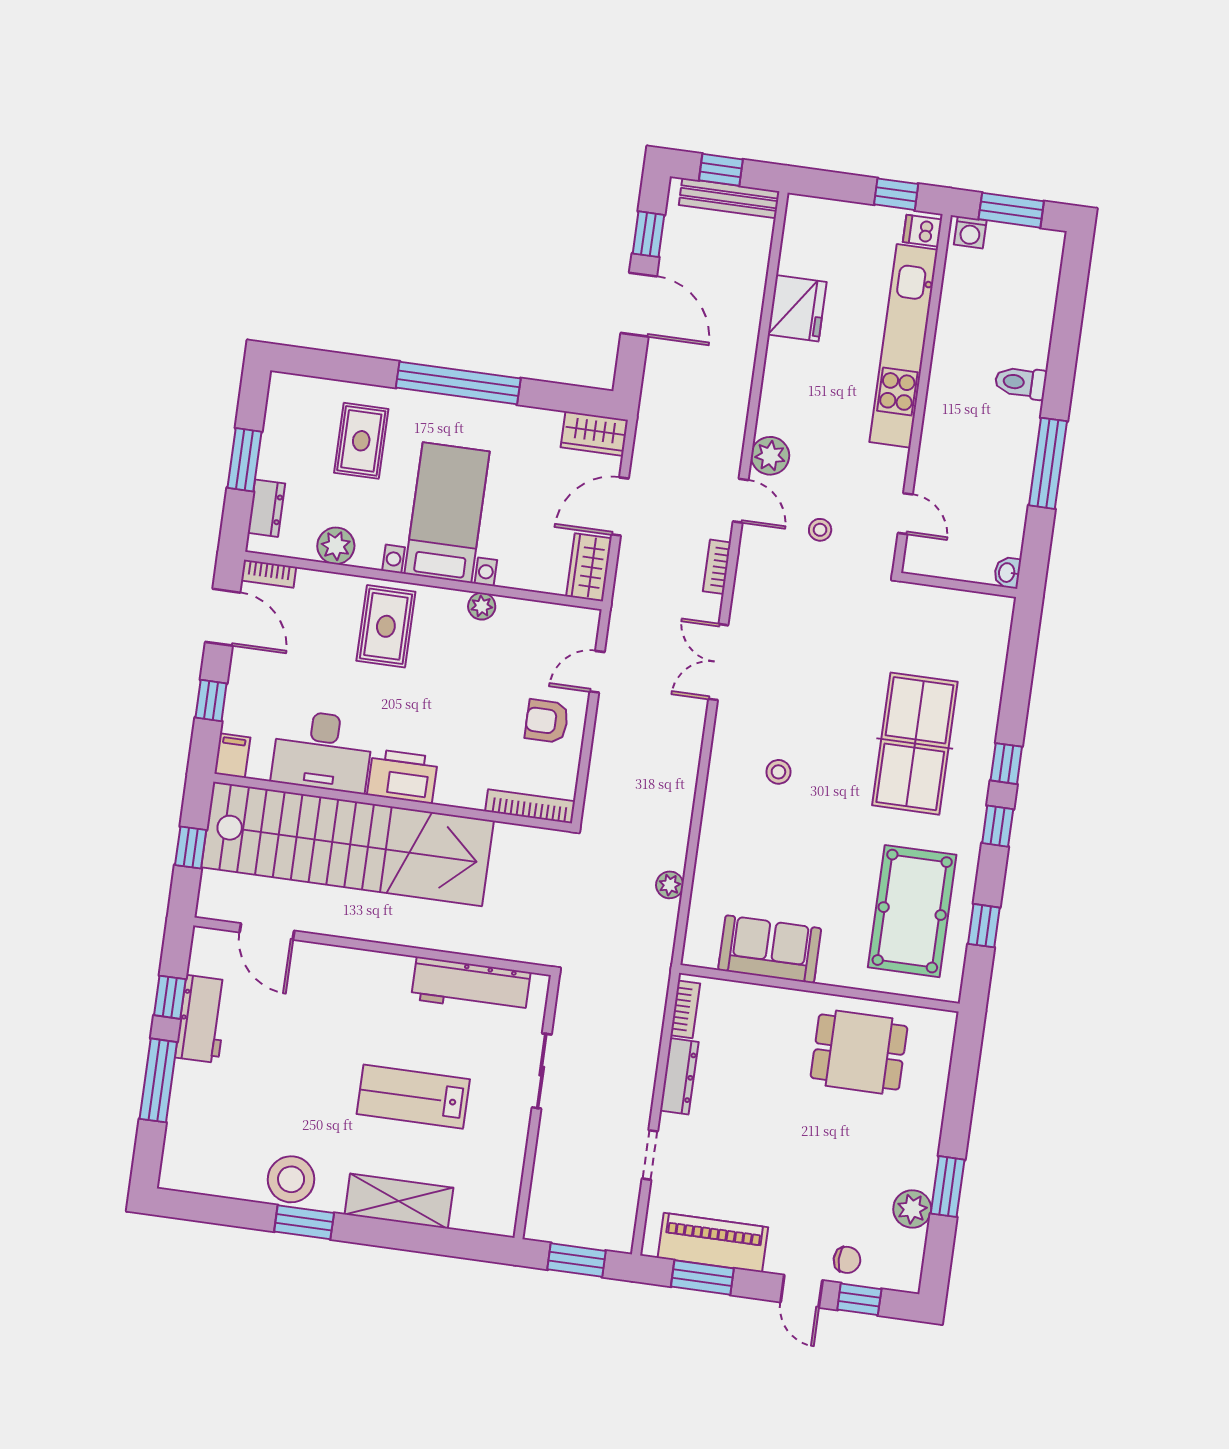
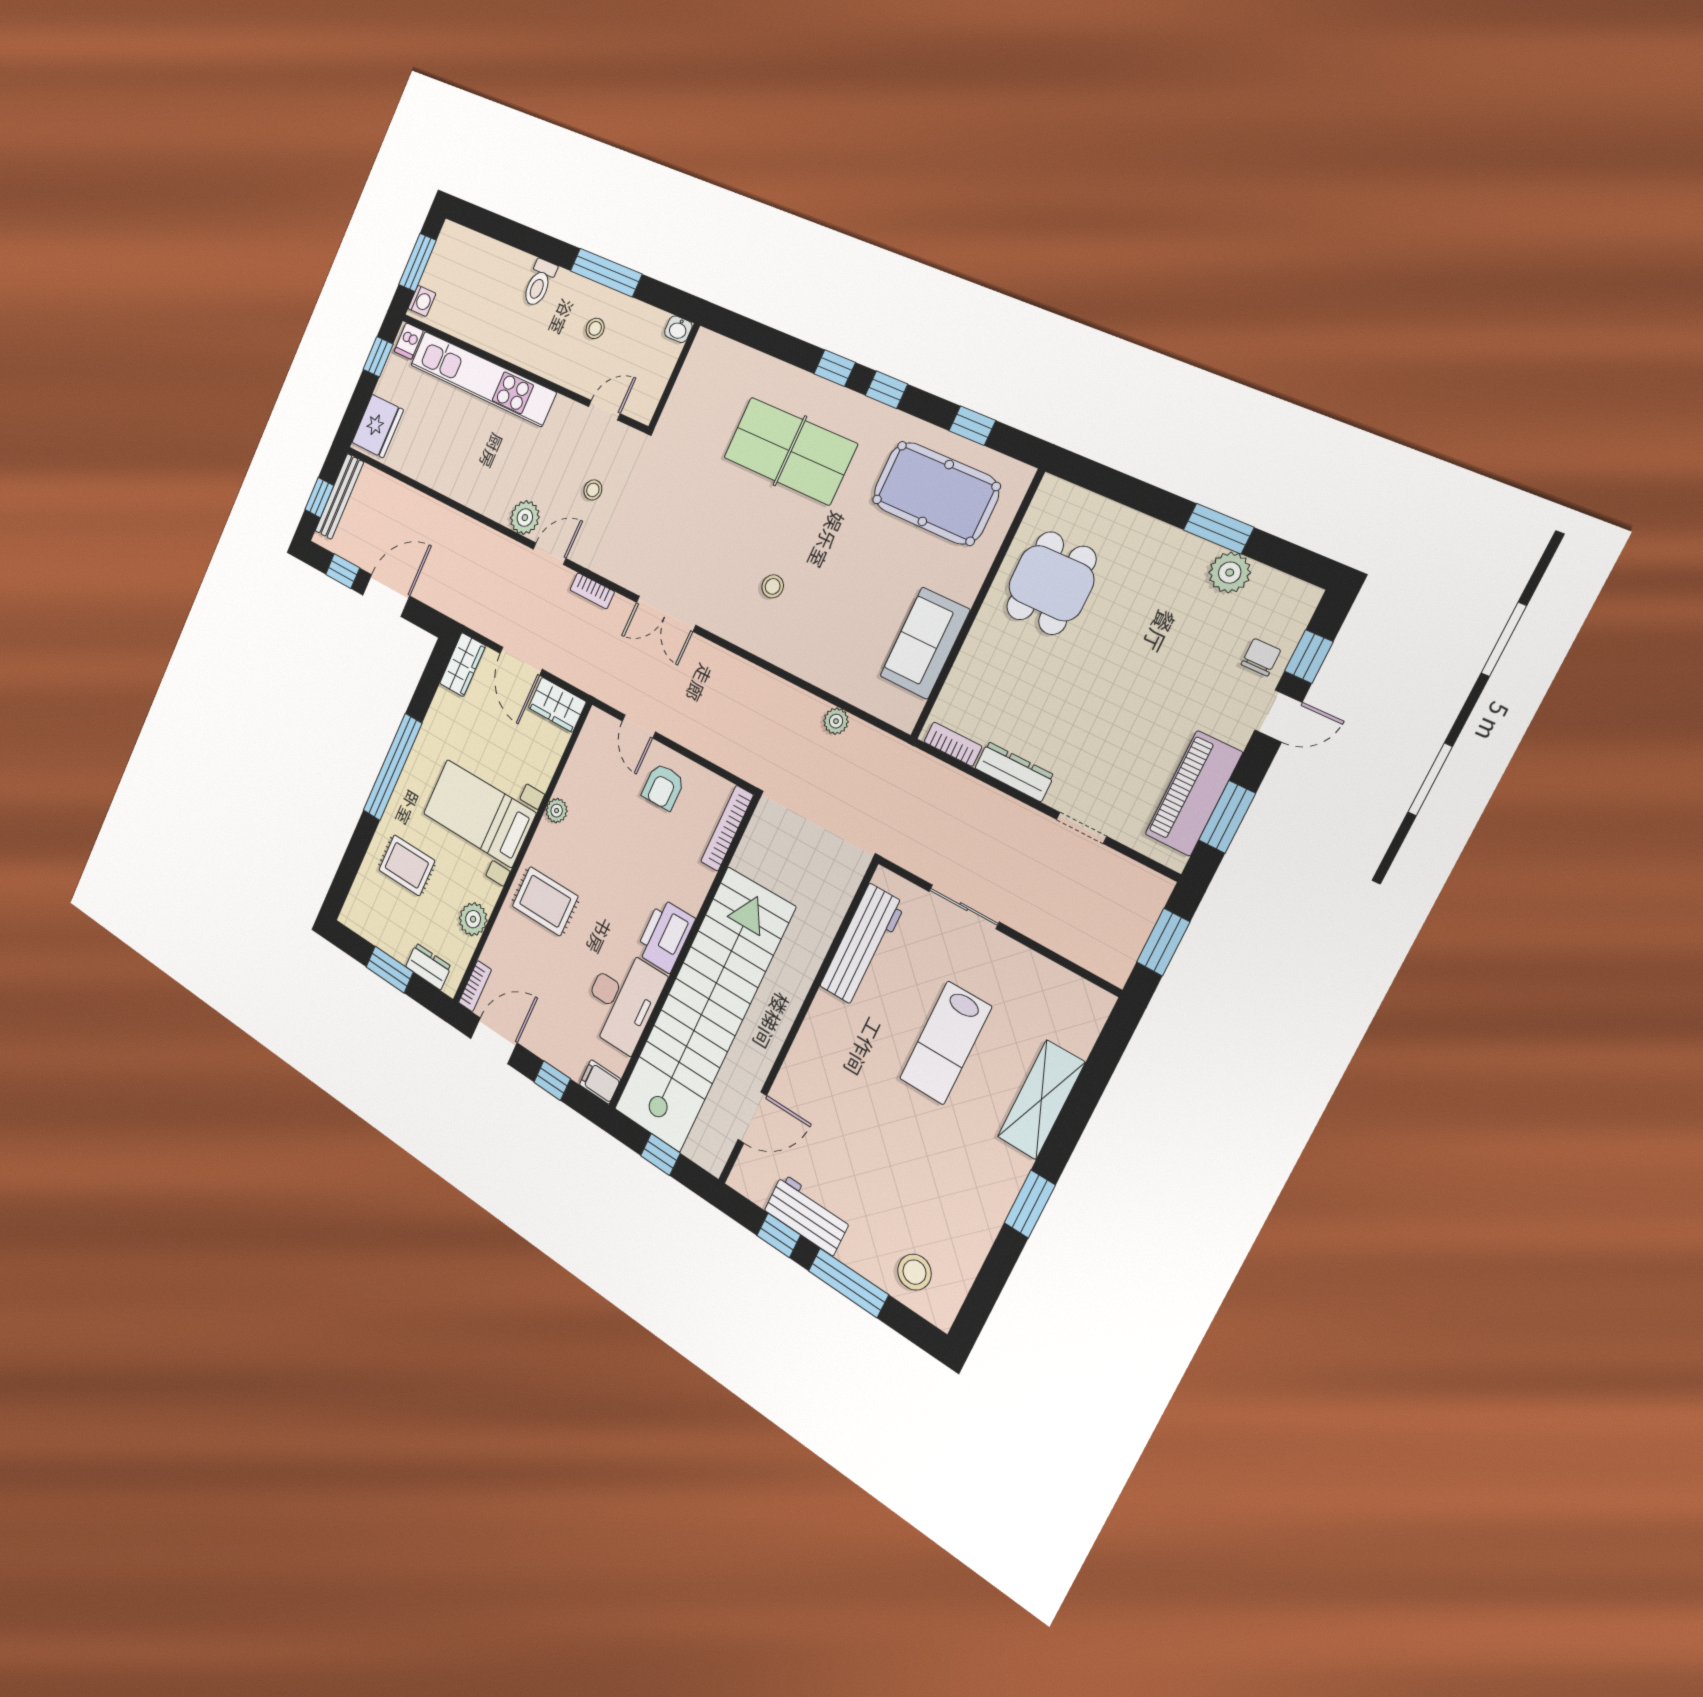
fridge: (797, 308) -> (378, 426), moved, turned 90
stool: (987, 471) -> (595, 328), added
stool: (291, 1179) -> (914, 1272), moved, width x0.73, depth x0.73

